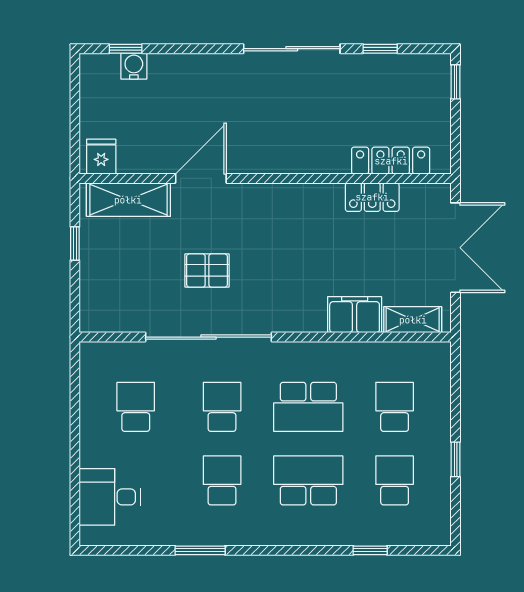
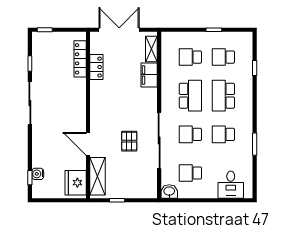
fridge: (101, 157) -> (76, 183), width x1.88, depth x1.34
washbasin: (95, 359) -> (169, 191), added

